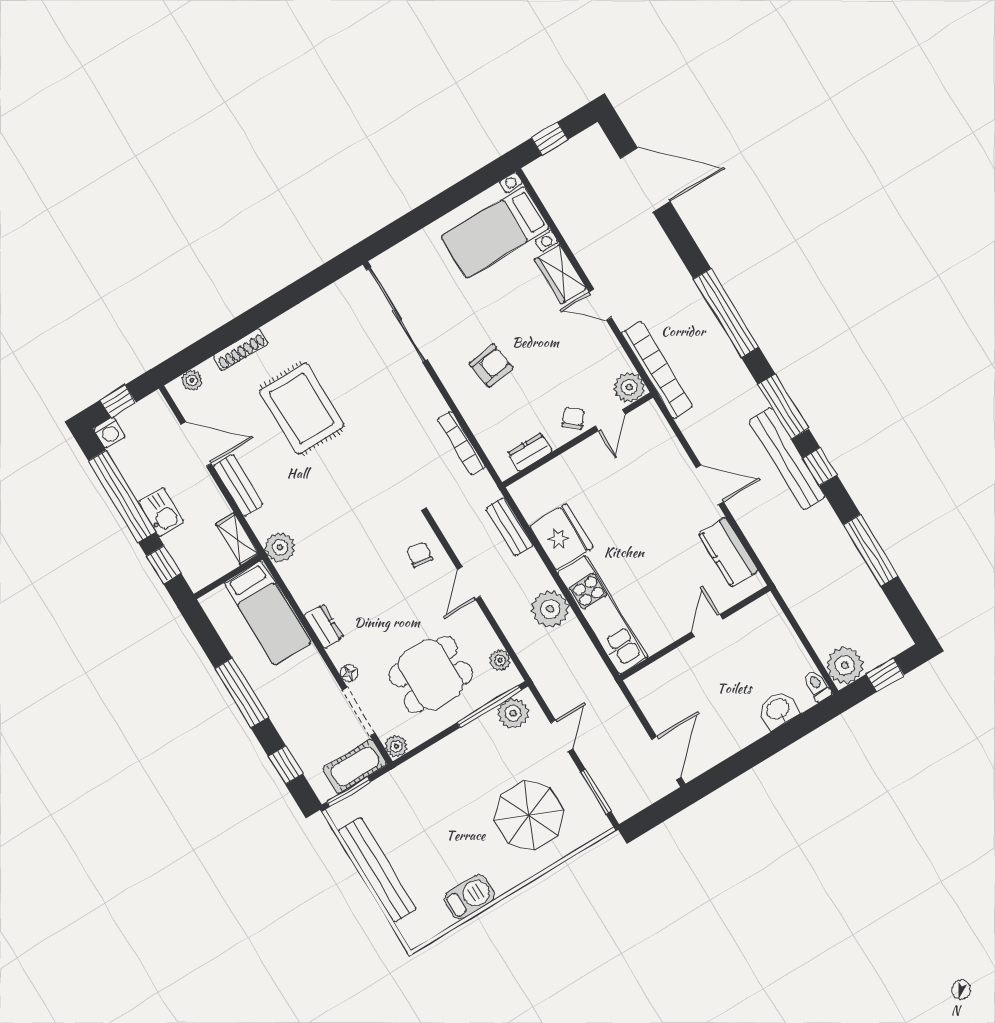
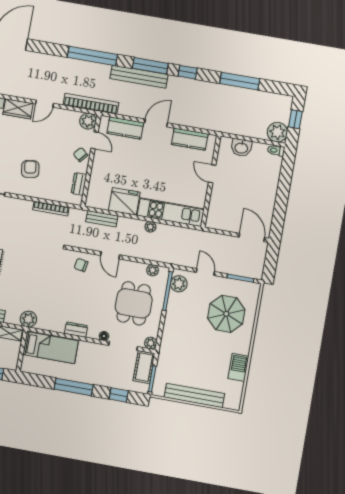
kitchen counter: (665, 448) -> (125, 128), added
bench: (787, 459) -> (139, 77), moved
plant: (550, 609) -> (150, 227), width x0.53, depth x0.53
washbasin: (778, 710) -> (241, 148), moved, turned -90

